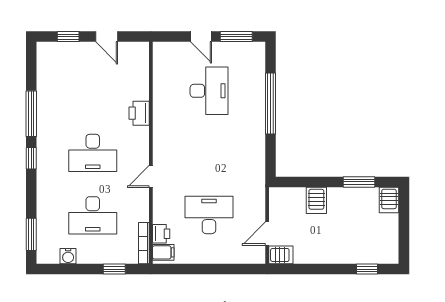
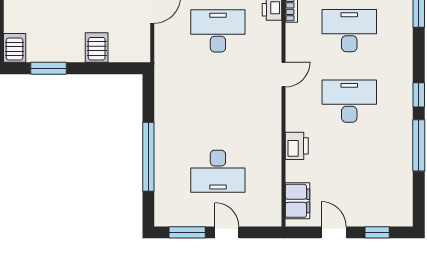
filing cabinet: (138, 65) -> (298, 201), added
desk: (209, 91) -> (218, 171), turned -90
desk: (209, 215) -> (218, 31), turned 180

